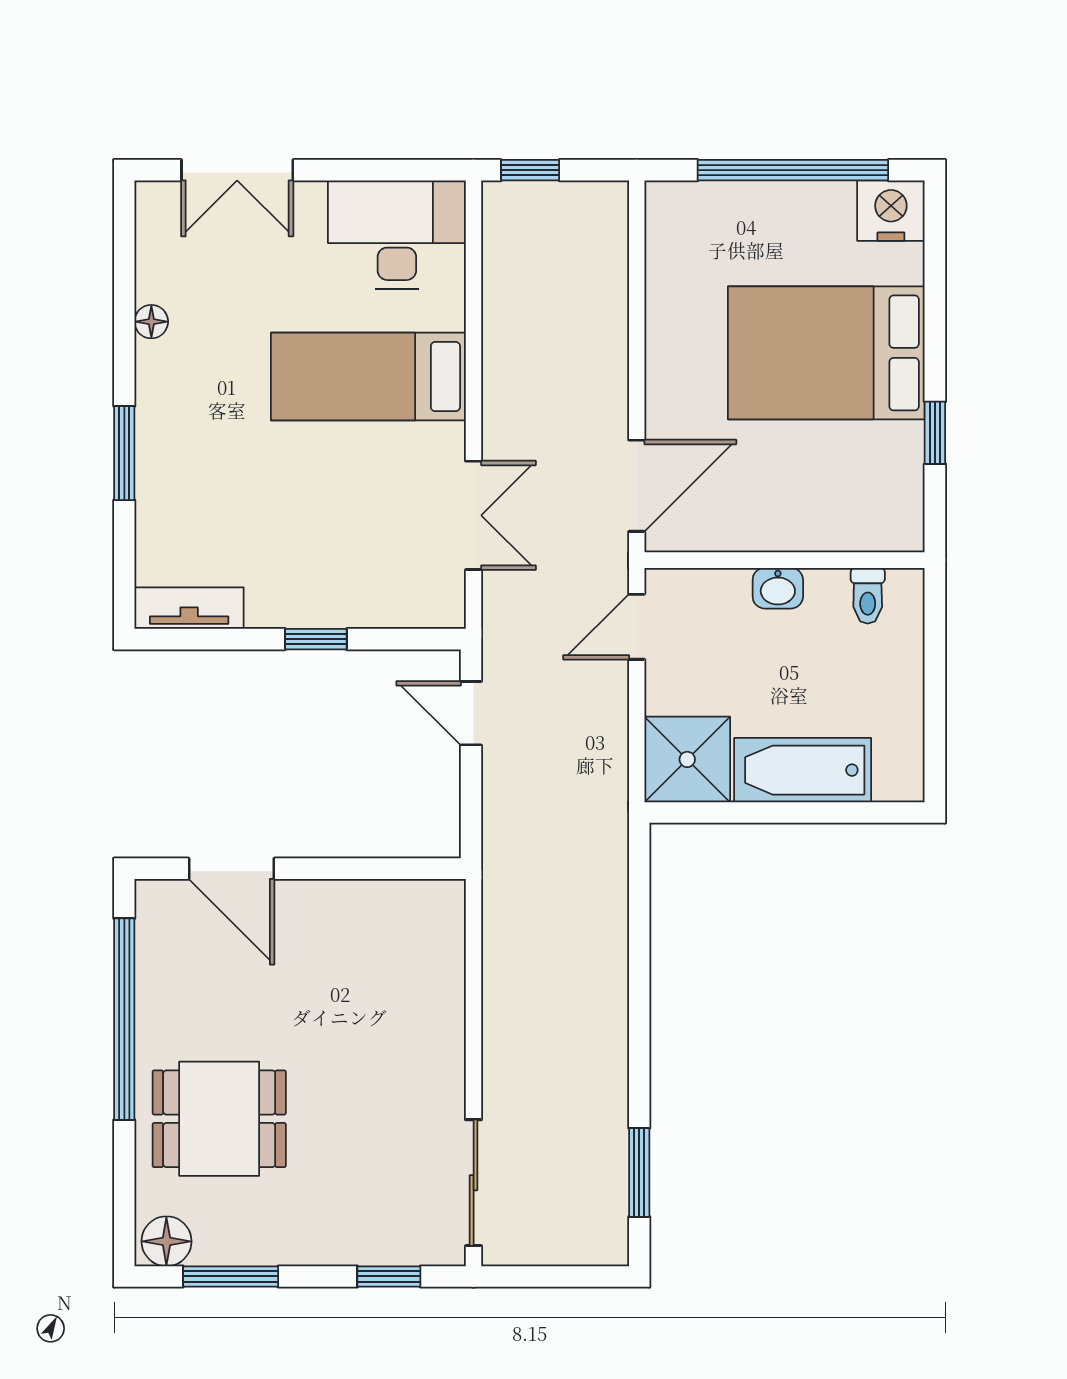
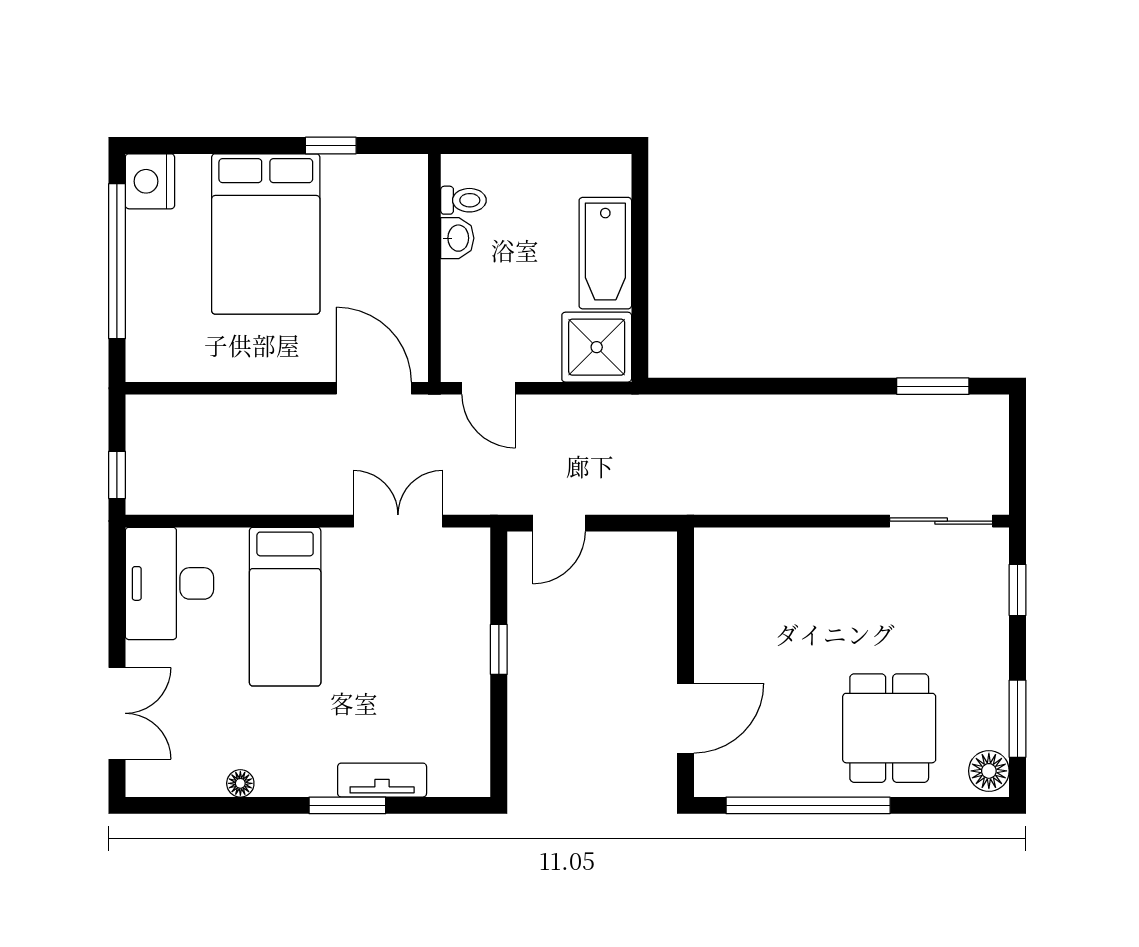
washbasin: (778, 588) -> (457, 238), moved
tv unit: (189, 608) -> (382, 780), moved, turned 90

